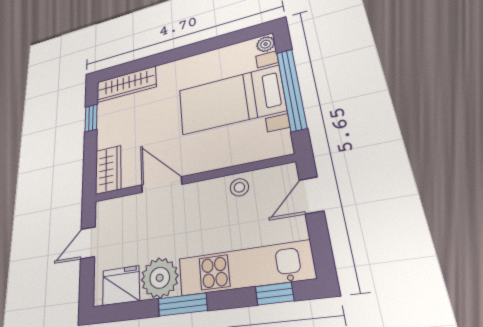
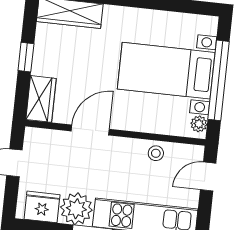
plant: (266, 44) -> (199, 124), moved
window: (91, 118) -> (26, 57), moved
door: (162, 185) -> (90, 130), hinge flipped

